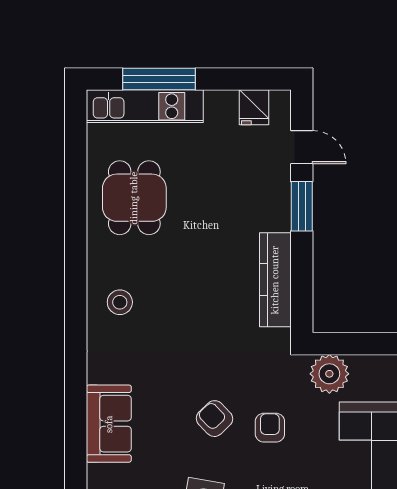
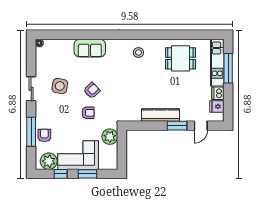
dishwasher: (221, 105) -> (218, 93), added
kitchen counter: (275, 280) -> (160, 115), moved

